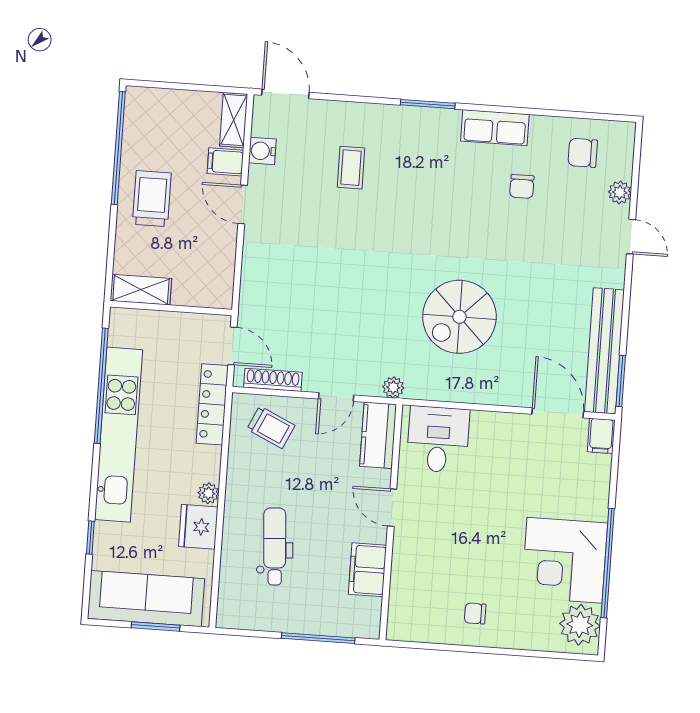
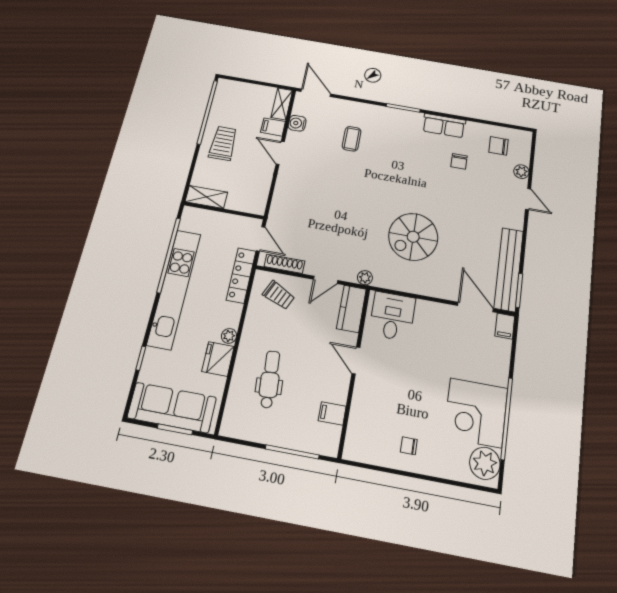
filing cabinet: (367, 570) -> (332, 413), width x0.50

